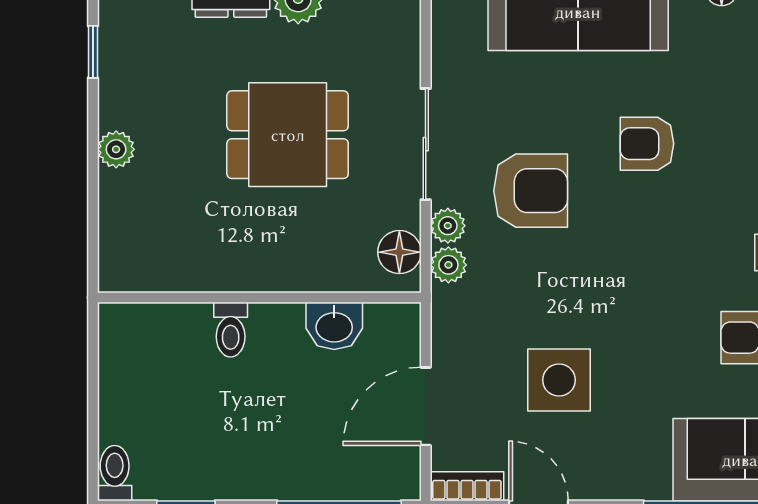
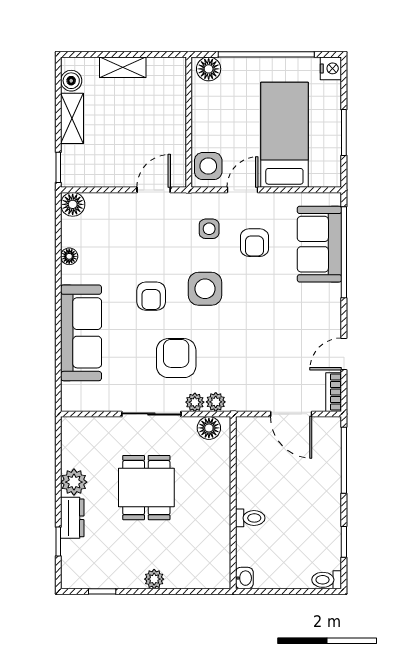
washbasin: (334, 326) -> (244, 578), moved, width x0.72, depth x0.69
side table: (559, 380) -> (205, 289), moved

